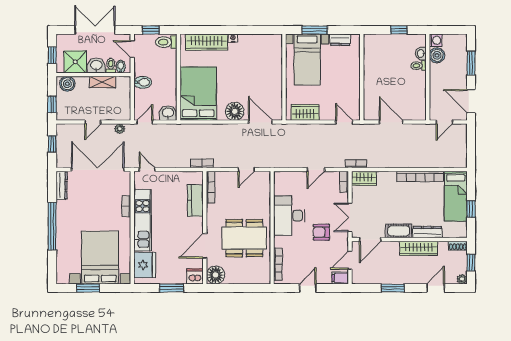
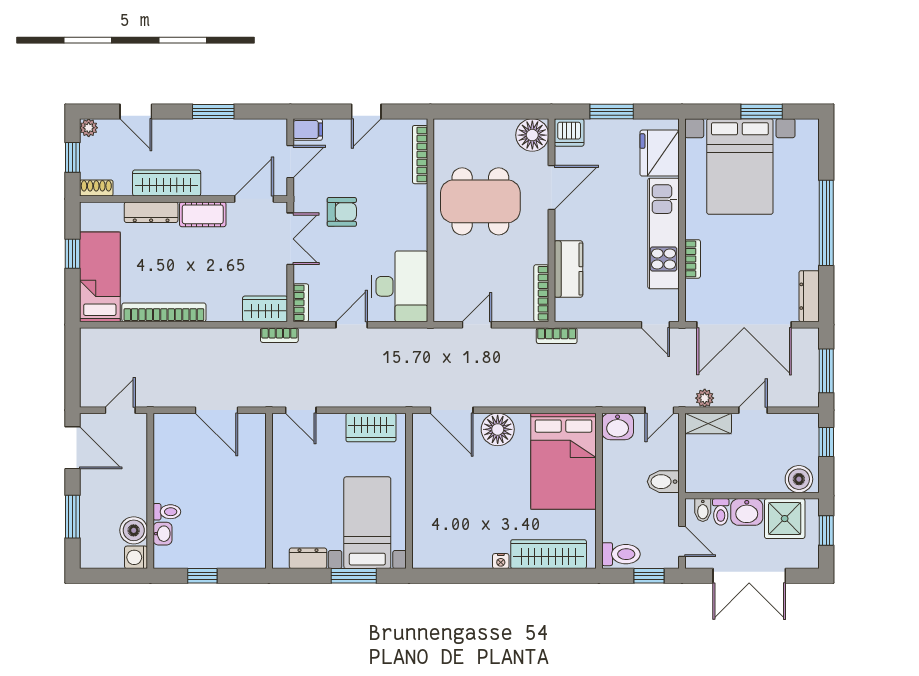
shelving: (103, 82) -> (708, 423), moved
window: (52, 144) -> (826, 371), width x1.50
desk: (289, 216) -> (400, 286), moved
door: (436, 288) -> (136, 112), hinge flipped

